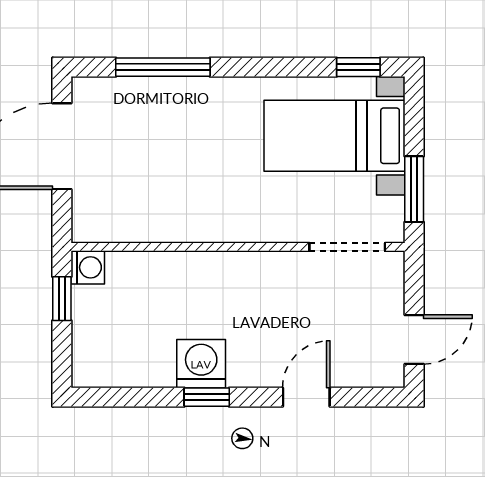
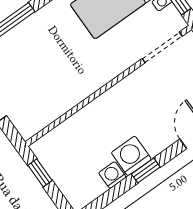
washing machine: (88, 267) -> (112, 175), moved, turned -90

